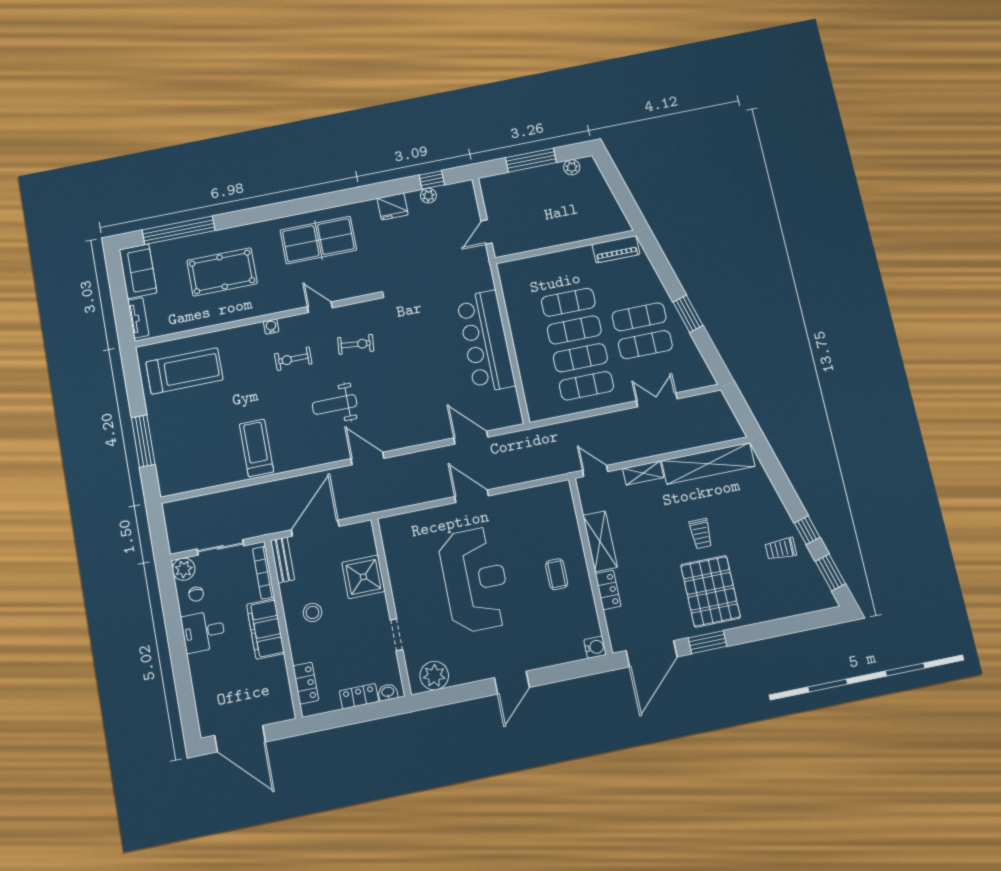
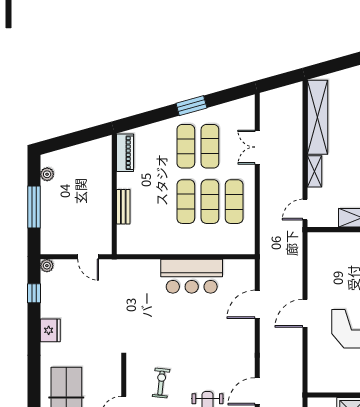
plant: (428, 196) -> (47, 266), moved
bench: (553, 260) -> (123, 207), added
exercise mat: (568, 302) -> (162, 202), removed
bar counter: (486, 341) -> (192, 276), width x0.73

